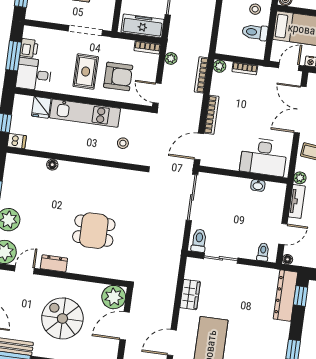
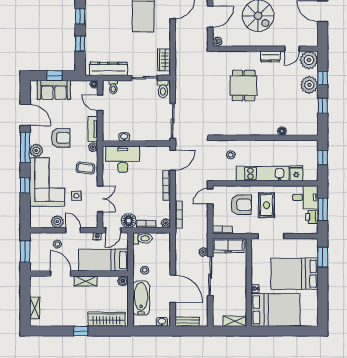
toilet: (255, 32) -> (142, 238), moved
plant: (171, 58) -> (203, 252), moved
armchair: (118, 76) -> (241, 205), turned 180
floor lamp: (267, 76) -> (129, 221), added
door: (157, 93) -> (210, 196), swing flipped
double door: (300, 110) -> (100, 199), width x0.73
dishwasher: (17, 141) -> (311, 145), removed
dining table: (94, 231) -> (244, 86), turned 90
door: (283, 234) -> (100, 103), hinge flipped
wardrobe: (190, 295) -> (164, 60), moved
dresser: (285, 296) -> (108, 69), moved, turned -90
window: (301, 296) -> (80, 44), moved
plant: (114, 297) -> (217, 41), width x0.53, depth x0.53

